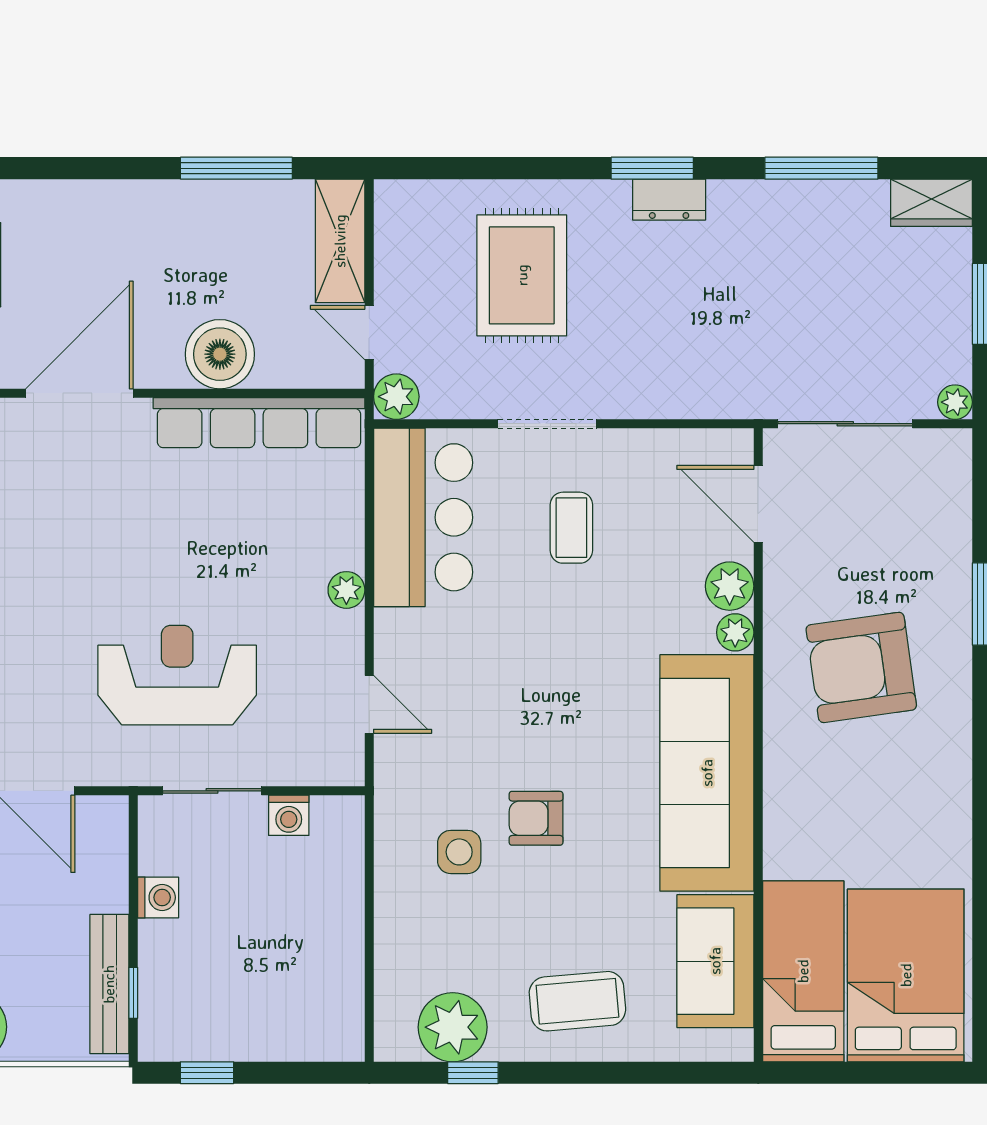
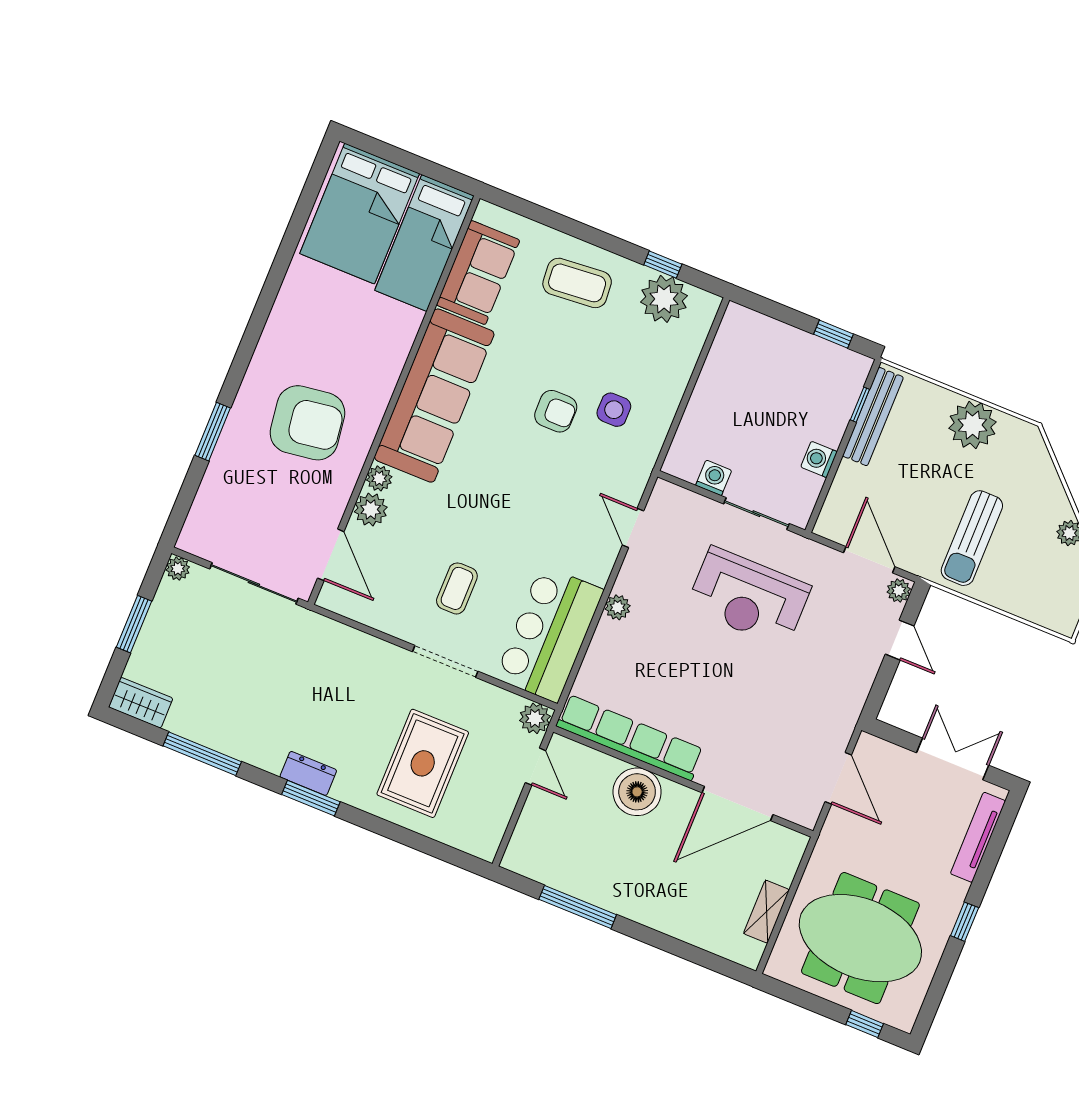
shelving: (340, 241) -> (530, 833), removed

